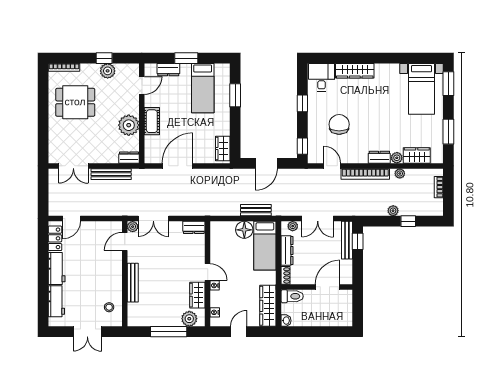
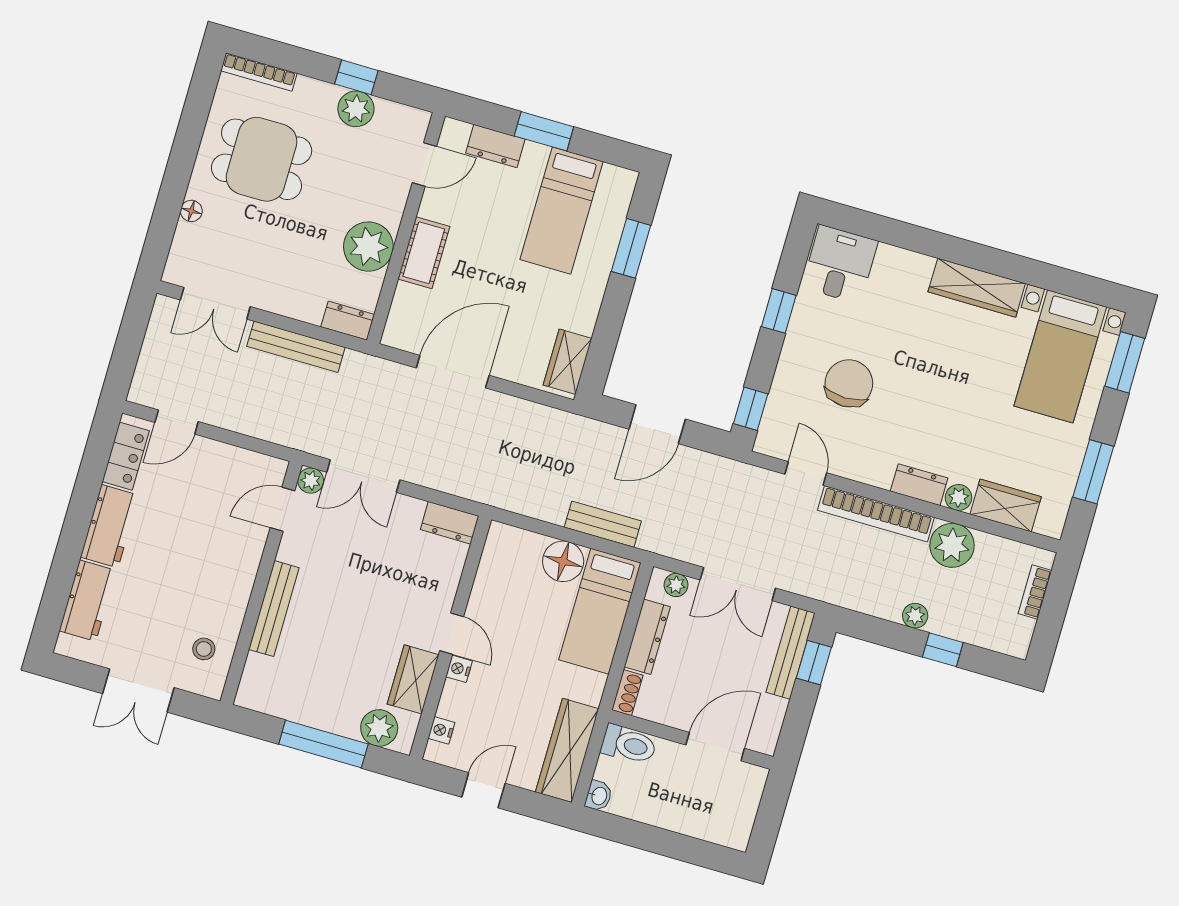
wardrobe: (355, 71) -> (977, 288), moved
floor lamp: (53, 131) -> (191, 211), added
plant: (400, 174) -> (952, 545), width x1.87, depth x1.87

